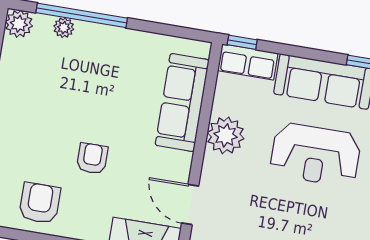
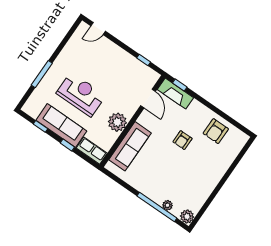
window: (242, 42) -> (67, 145), moved

